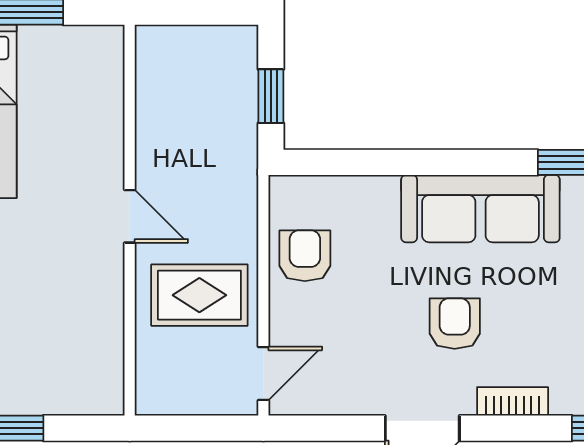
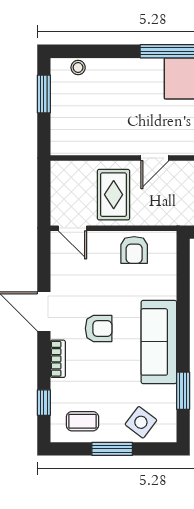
armchair: (305, 256) -> (134, 250), turned 90

